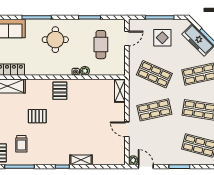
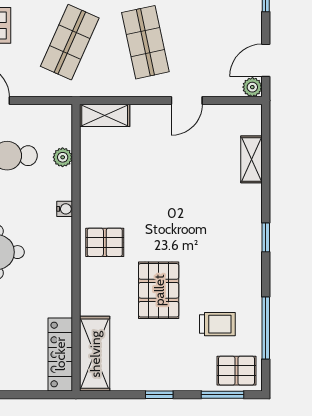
plant: (85, 71) -> (63, 157), moved
pallet: (37, 116) -> (159, 290), width x1.50, depth x1.42
shelving: (81, 160) -> (251, 159), moved

